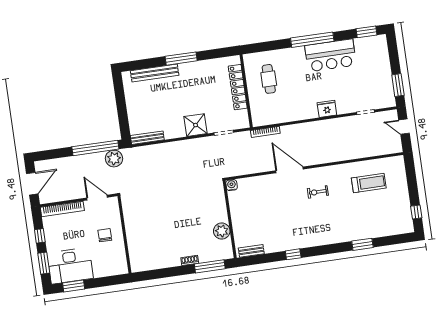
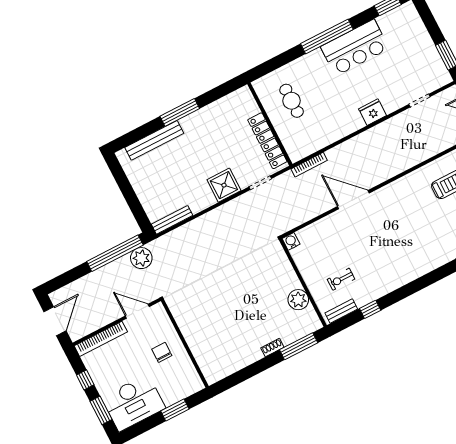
locker: (238, 87) -> (267, 141), moved
exercise bike: (318, 192) -> (341, 279), moved
window: (293, 254) -> (370, 309), moved
window: (74, 286) -> (175, 410), moved

